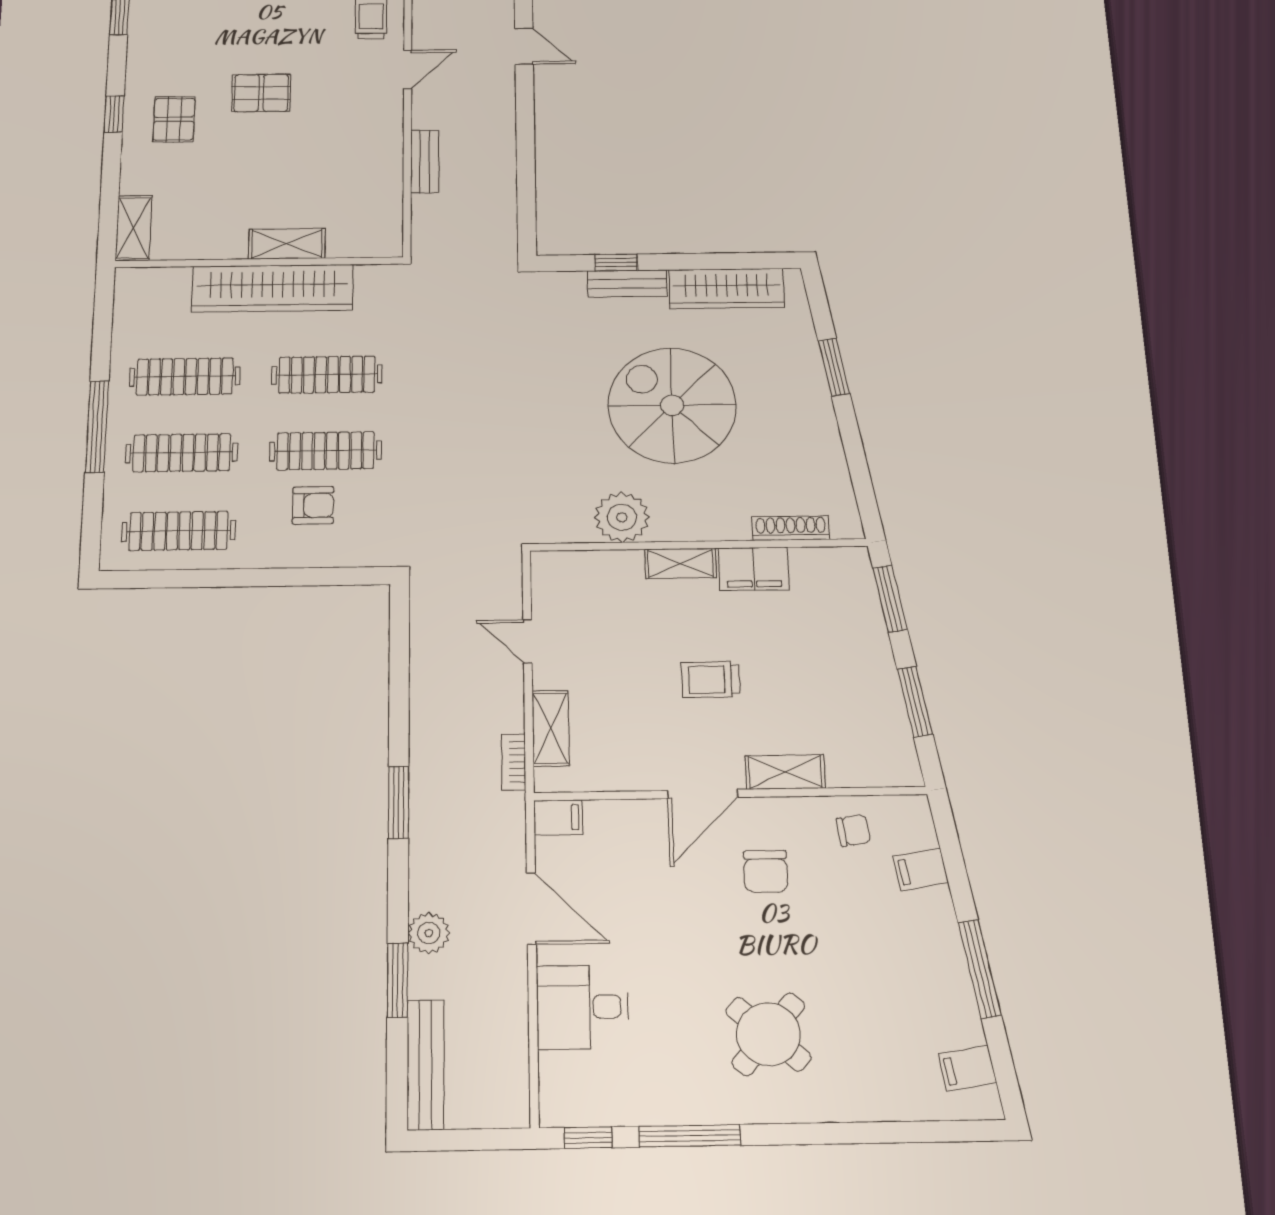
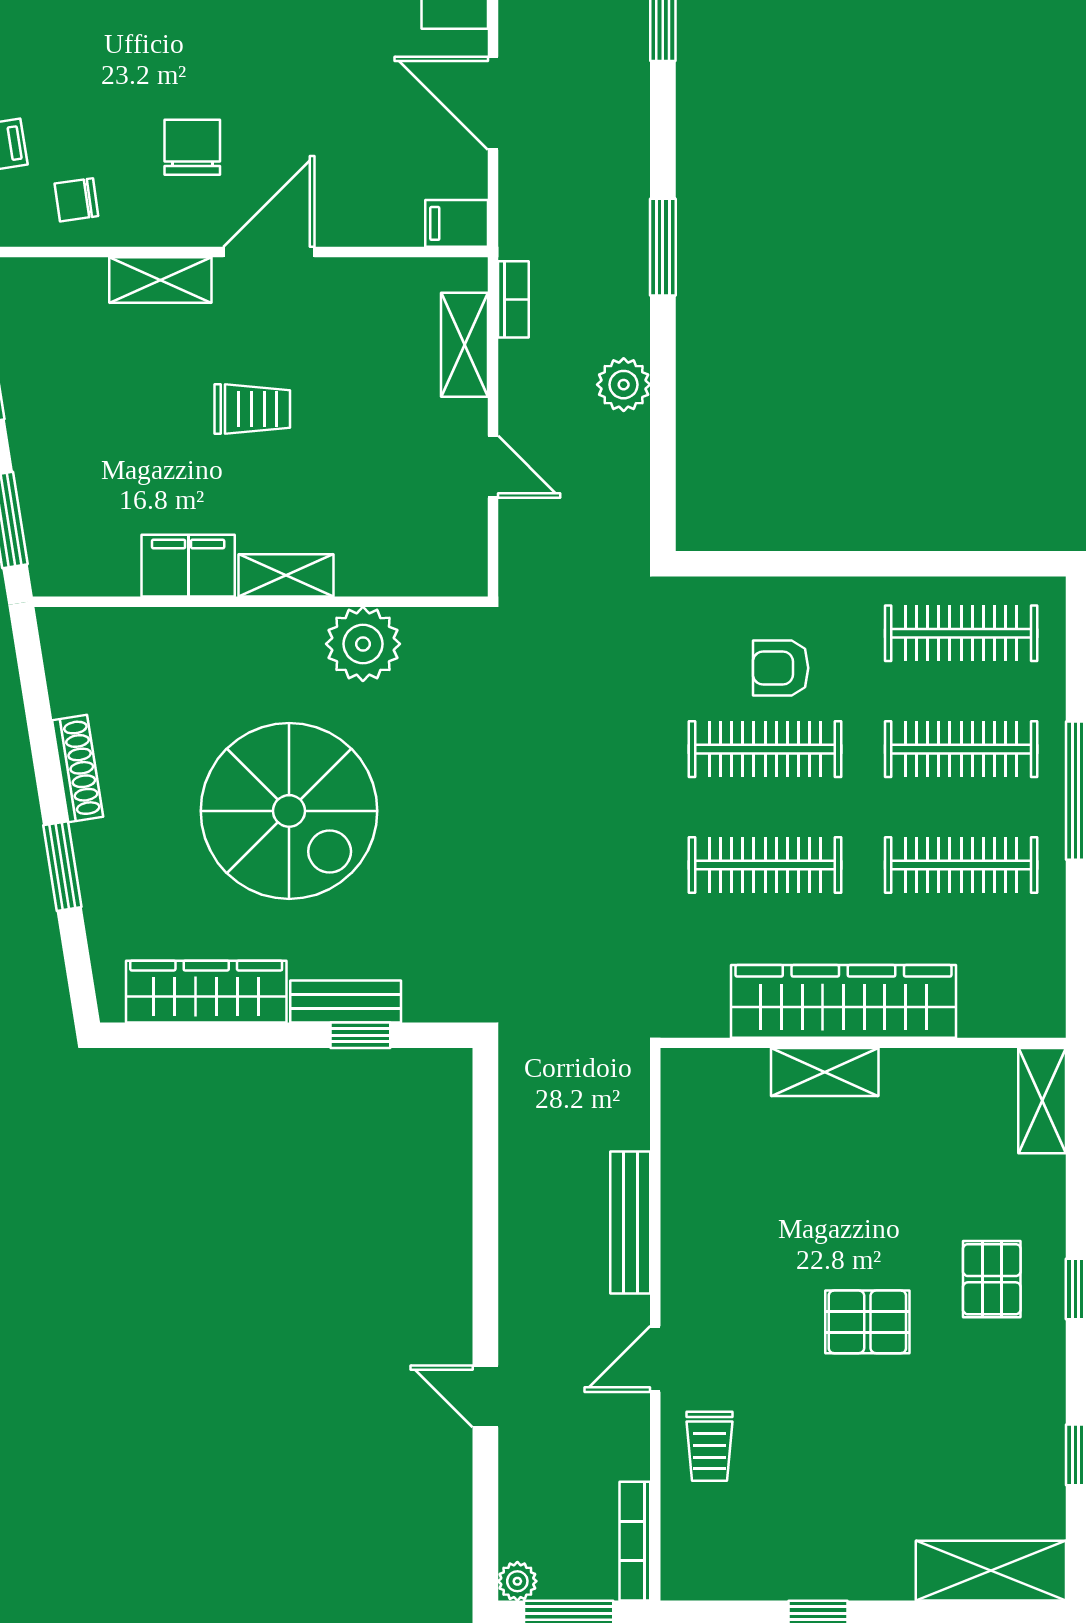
bench: (425, 162) -> (630, 1222), width x1.36
shoe rack: (791, 528) -> (78, 769), moved, turned -99
plant: (429, 933) -> (624, 385), moved

